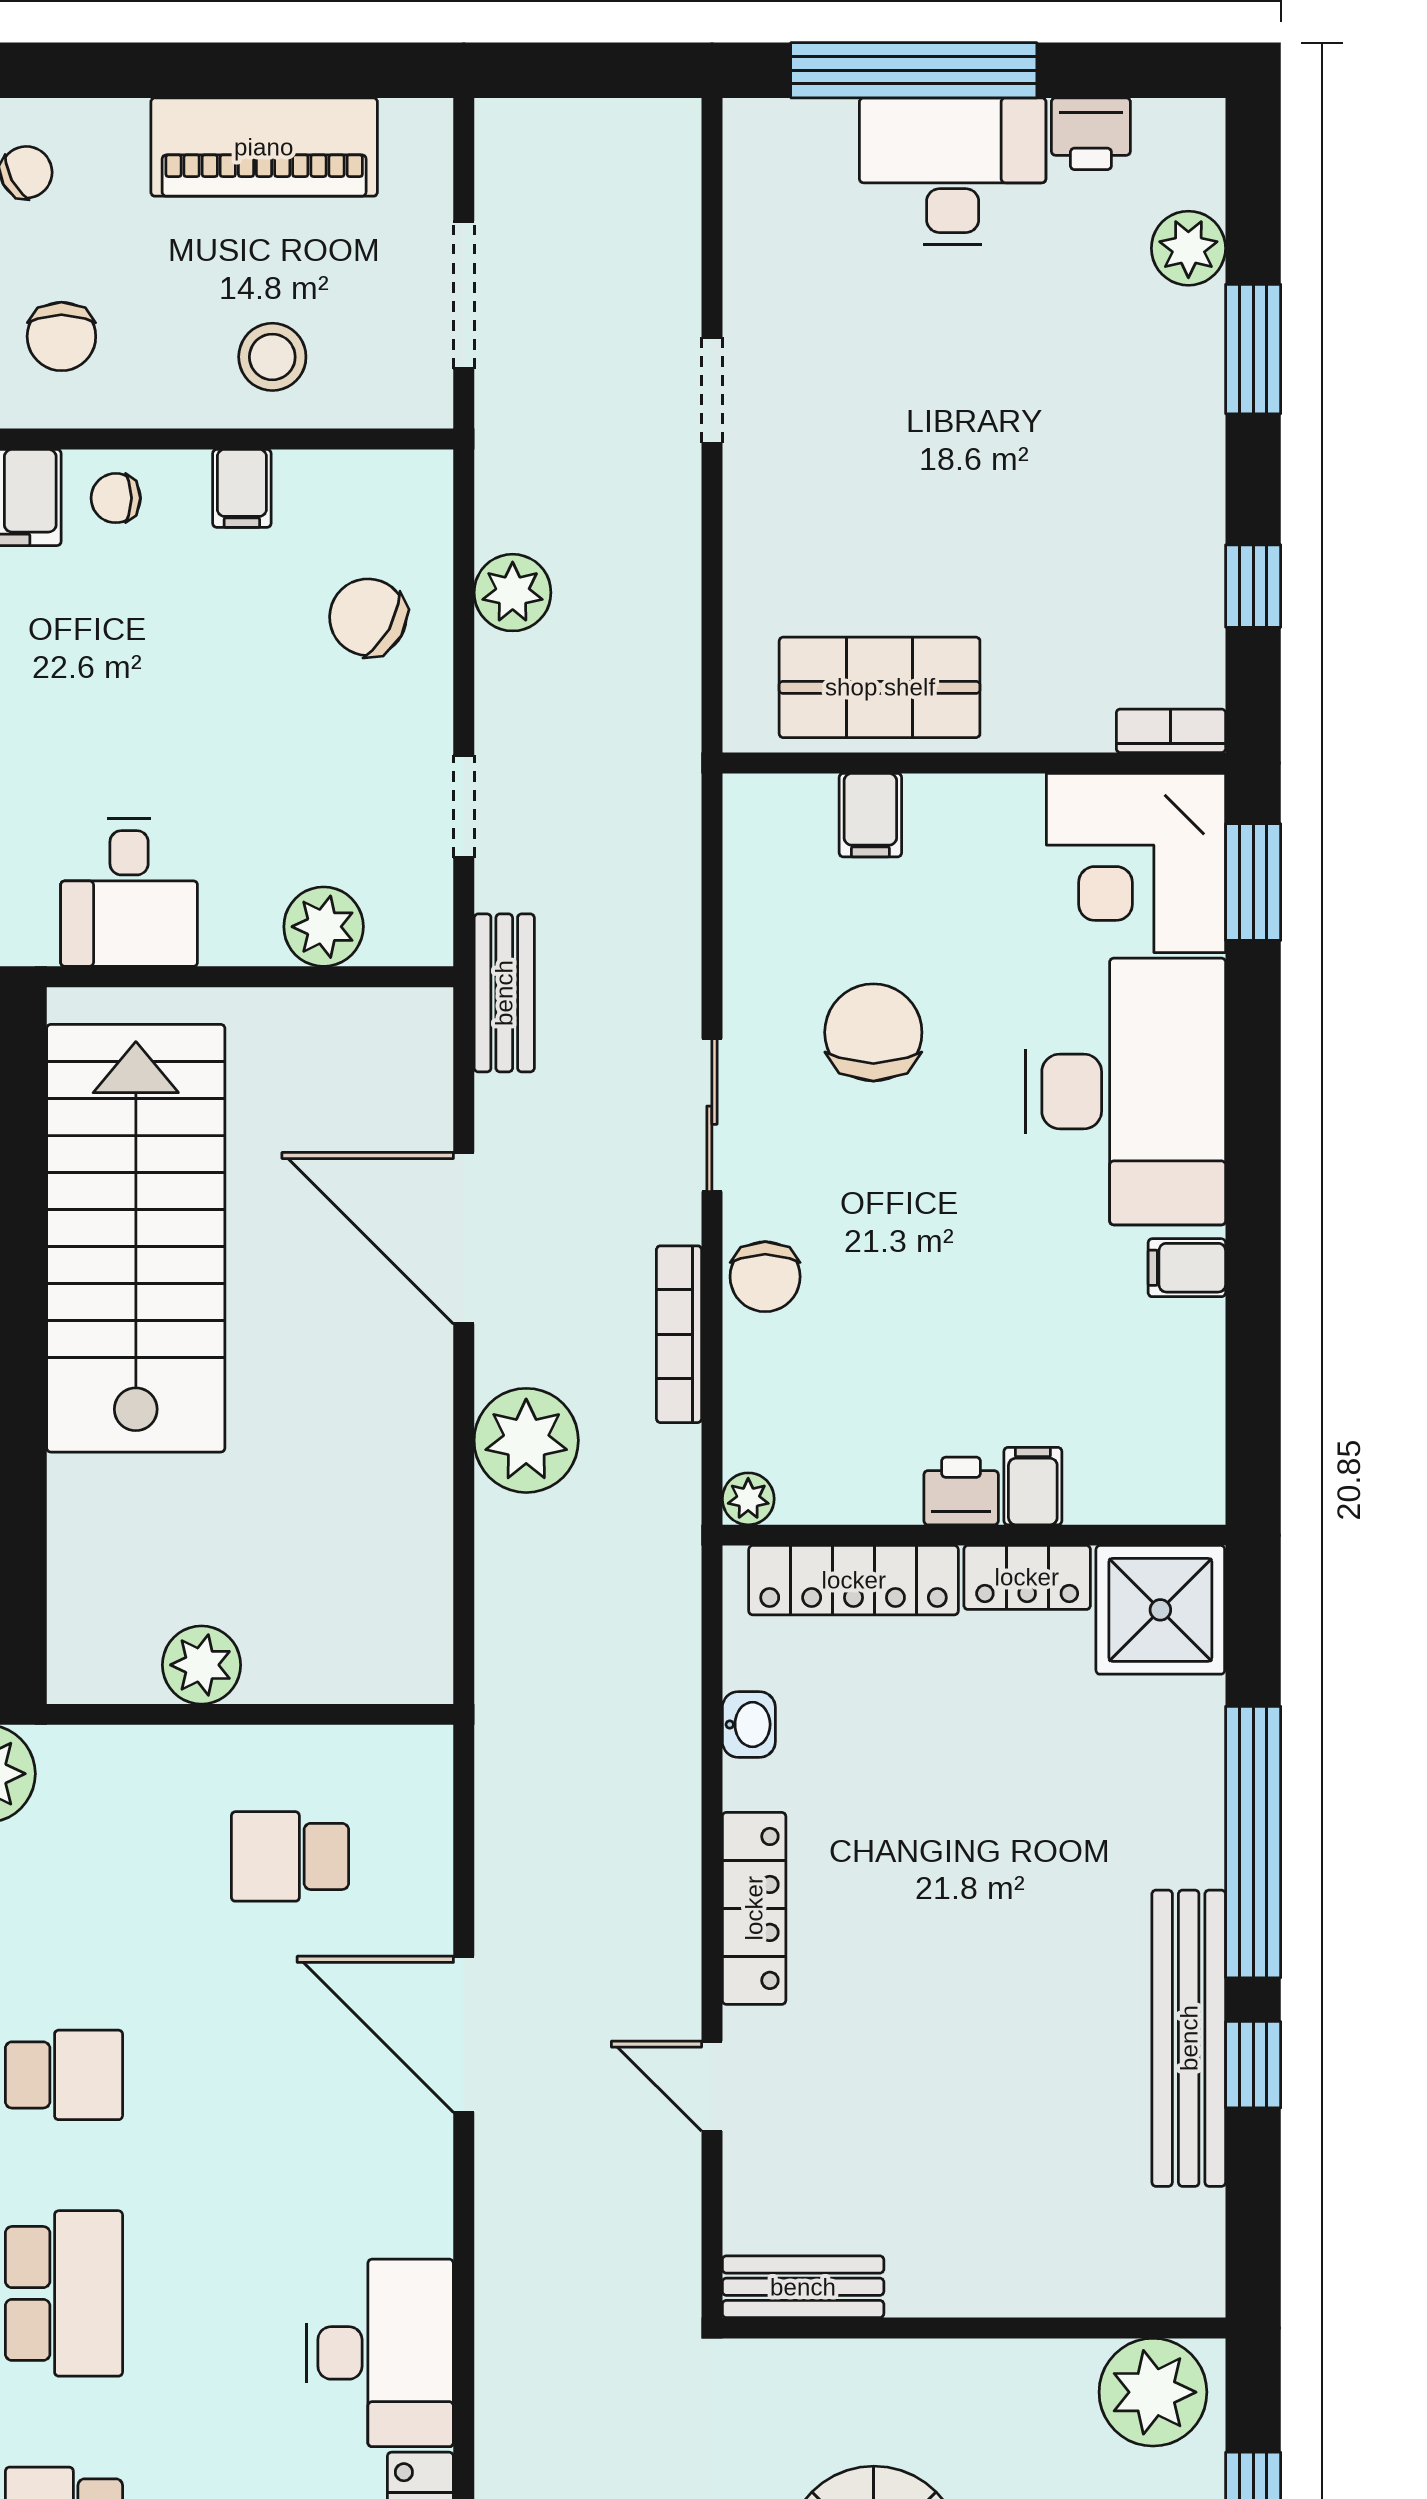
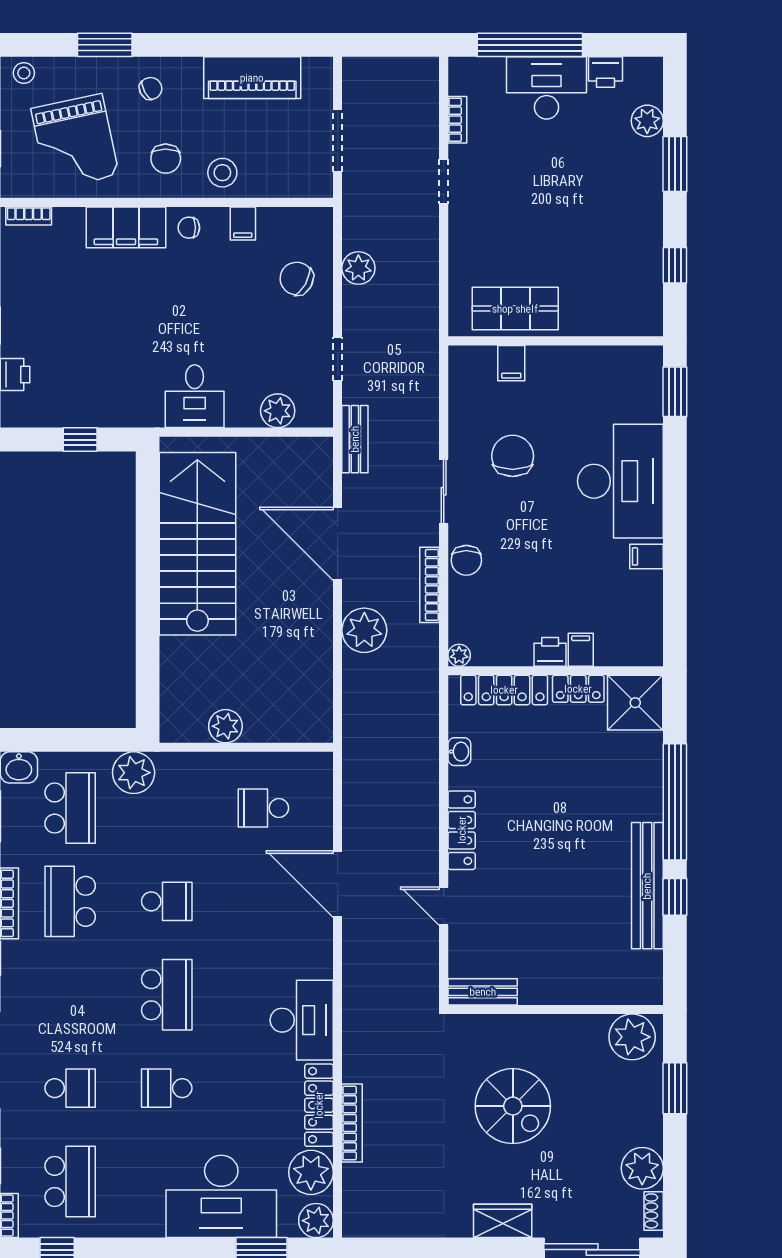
stool: (272, 357) -> (222, 173), moved
bookcase: (1171, 731) -> (457, 120), moved, turned 90
corner desk: (1136, 863) -> (625, 384), removed

